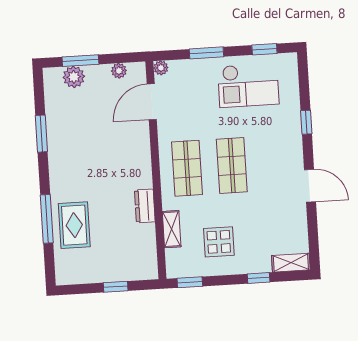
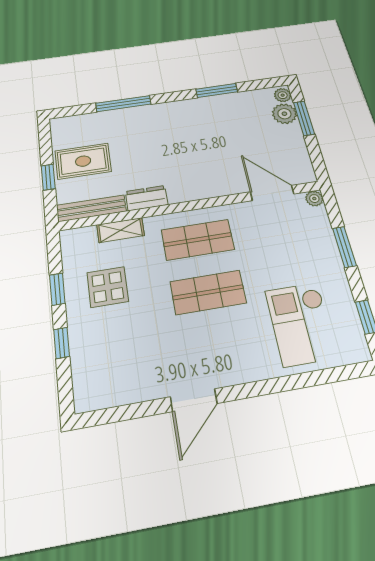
plant: (119, 71) -> (283, 95), moved
checkout: (248, 85) -> (301, 324), moved
window: (306, 122) -> (281, 384), removed
rug: (74, 225) -> (83, 161), moved
bench: (149, 252) -> (91, 208), added
shelving: (291, 263) -> (84, 385), removed
window: (190, 282) -> (57, 289), moved

